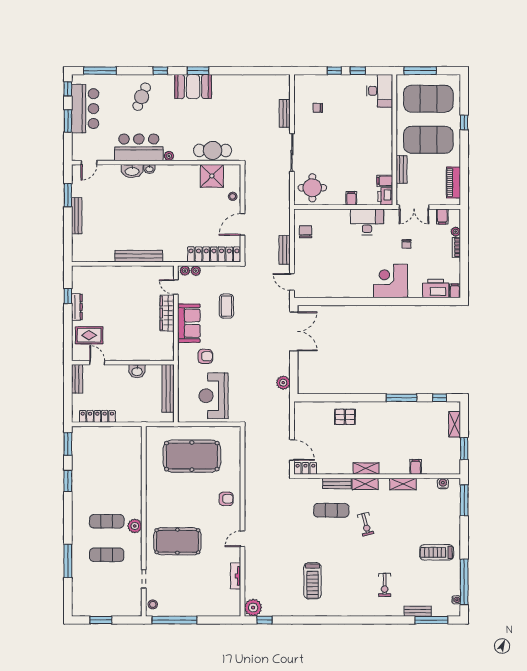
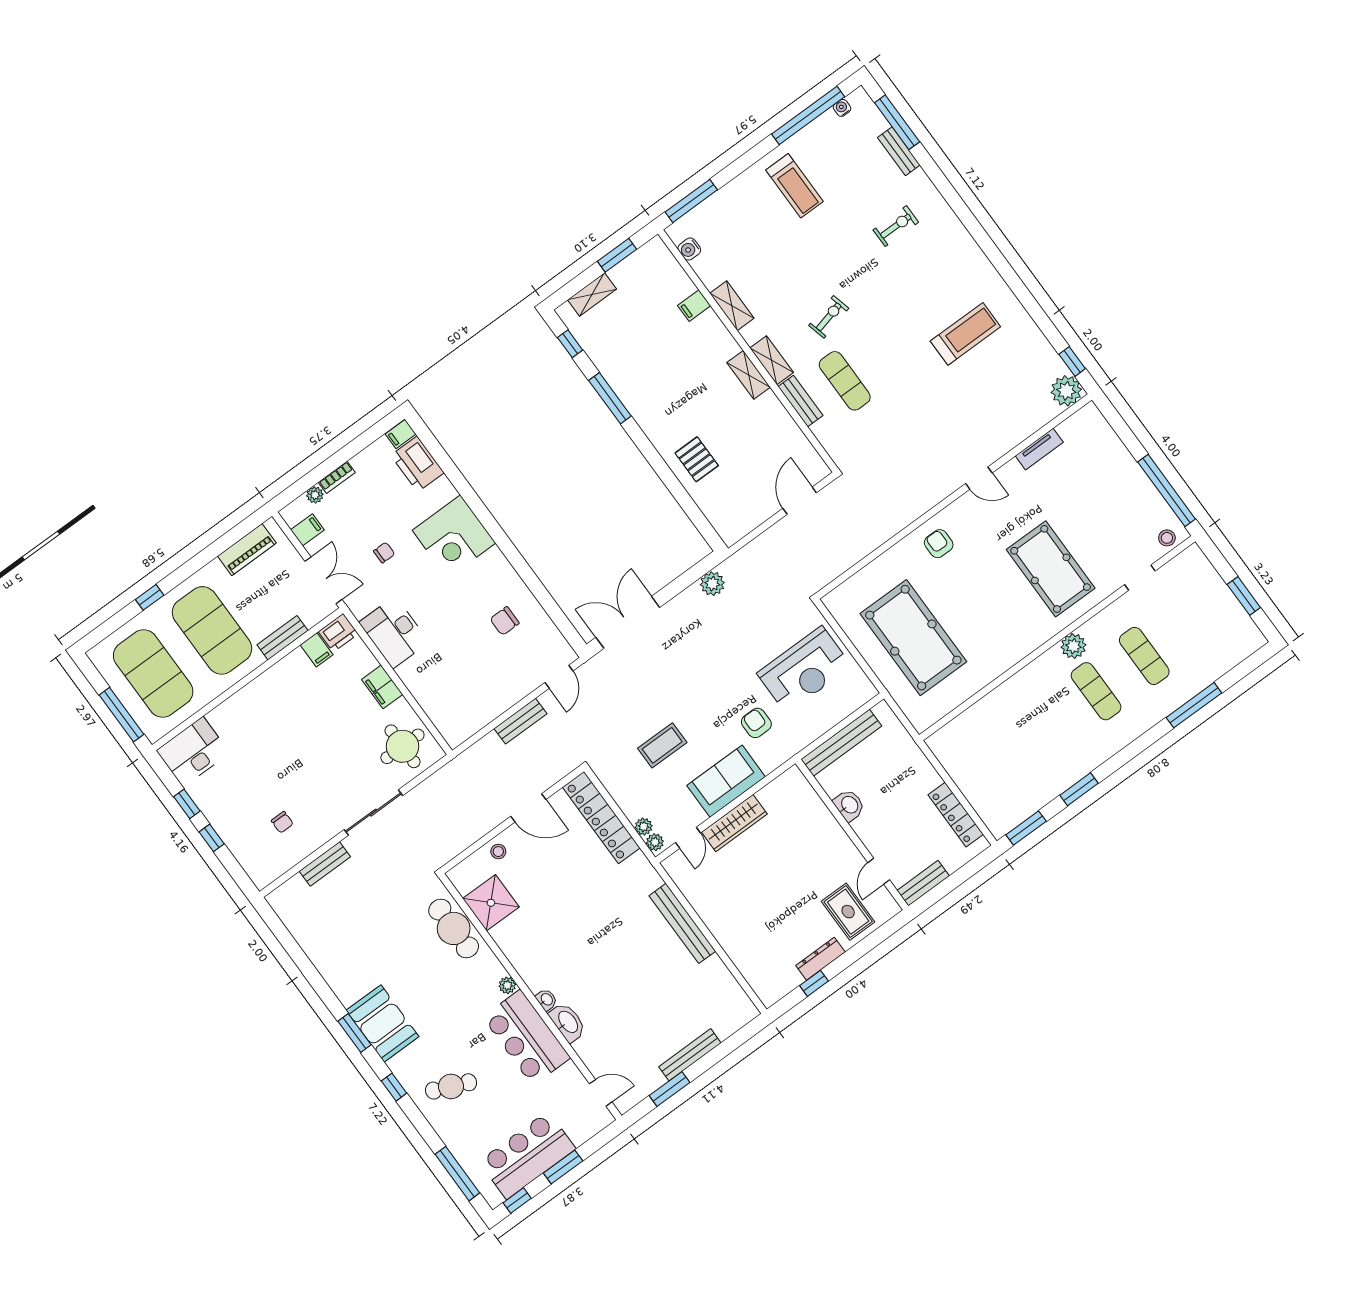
filing cabinet: (351, 198) -> (382, 687), width x2.00
chair: (306, 232) -> (505, 621), moved
locker: (305, 468) -> (812, 462), removed

